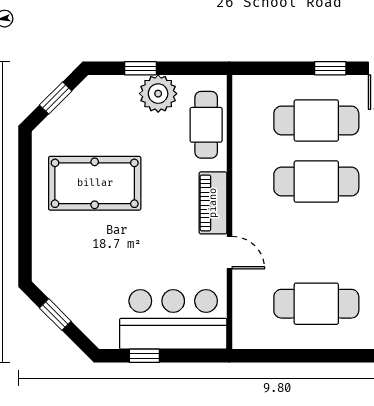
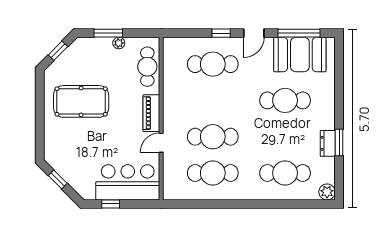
window: (140, 68) -> (108, 33), width x1.50
plant: (158, 94) -> (119, 43), width x0.53, depth x0.53
cafe table: (316, 182) -> (213, 137), moved
door: (229, 253) -> (161, 143), swing flipped

